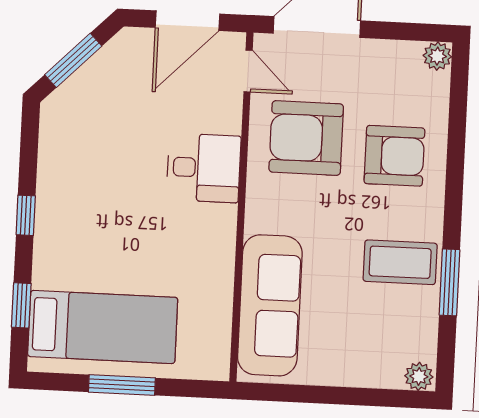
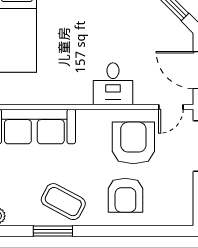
plant: (437, 56) -> (185, 217), removed
coffee table: (400, 262) -> (63, 202), turned -62

